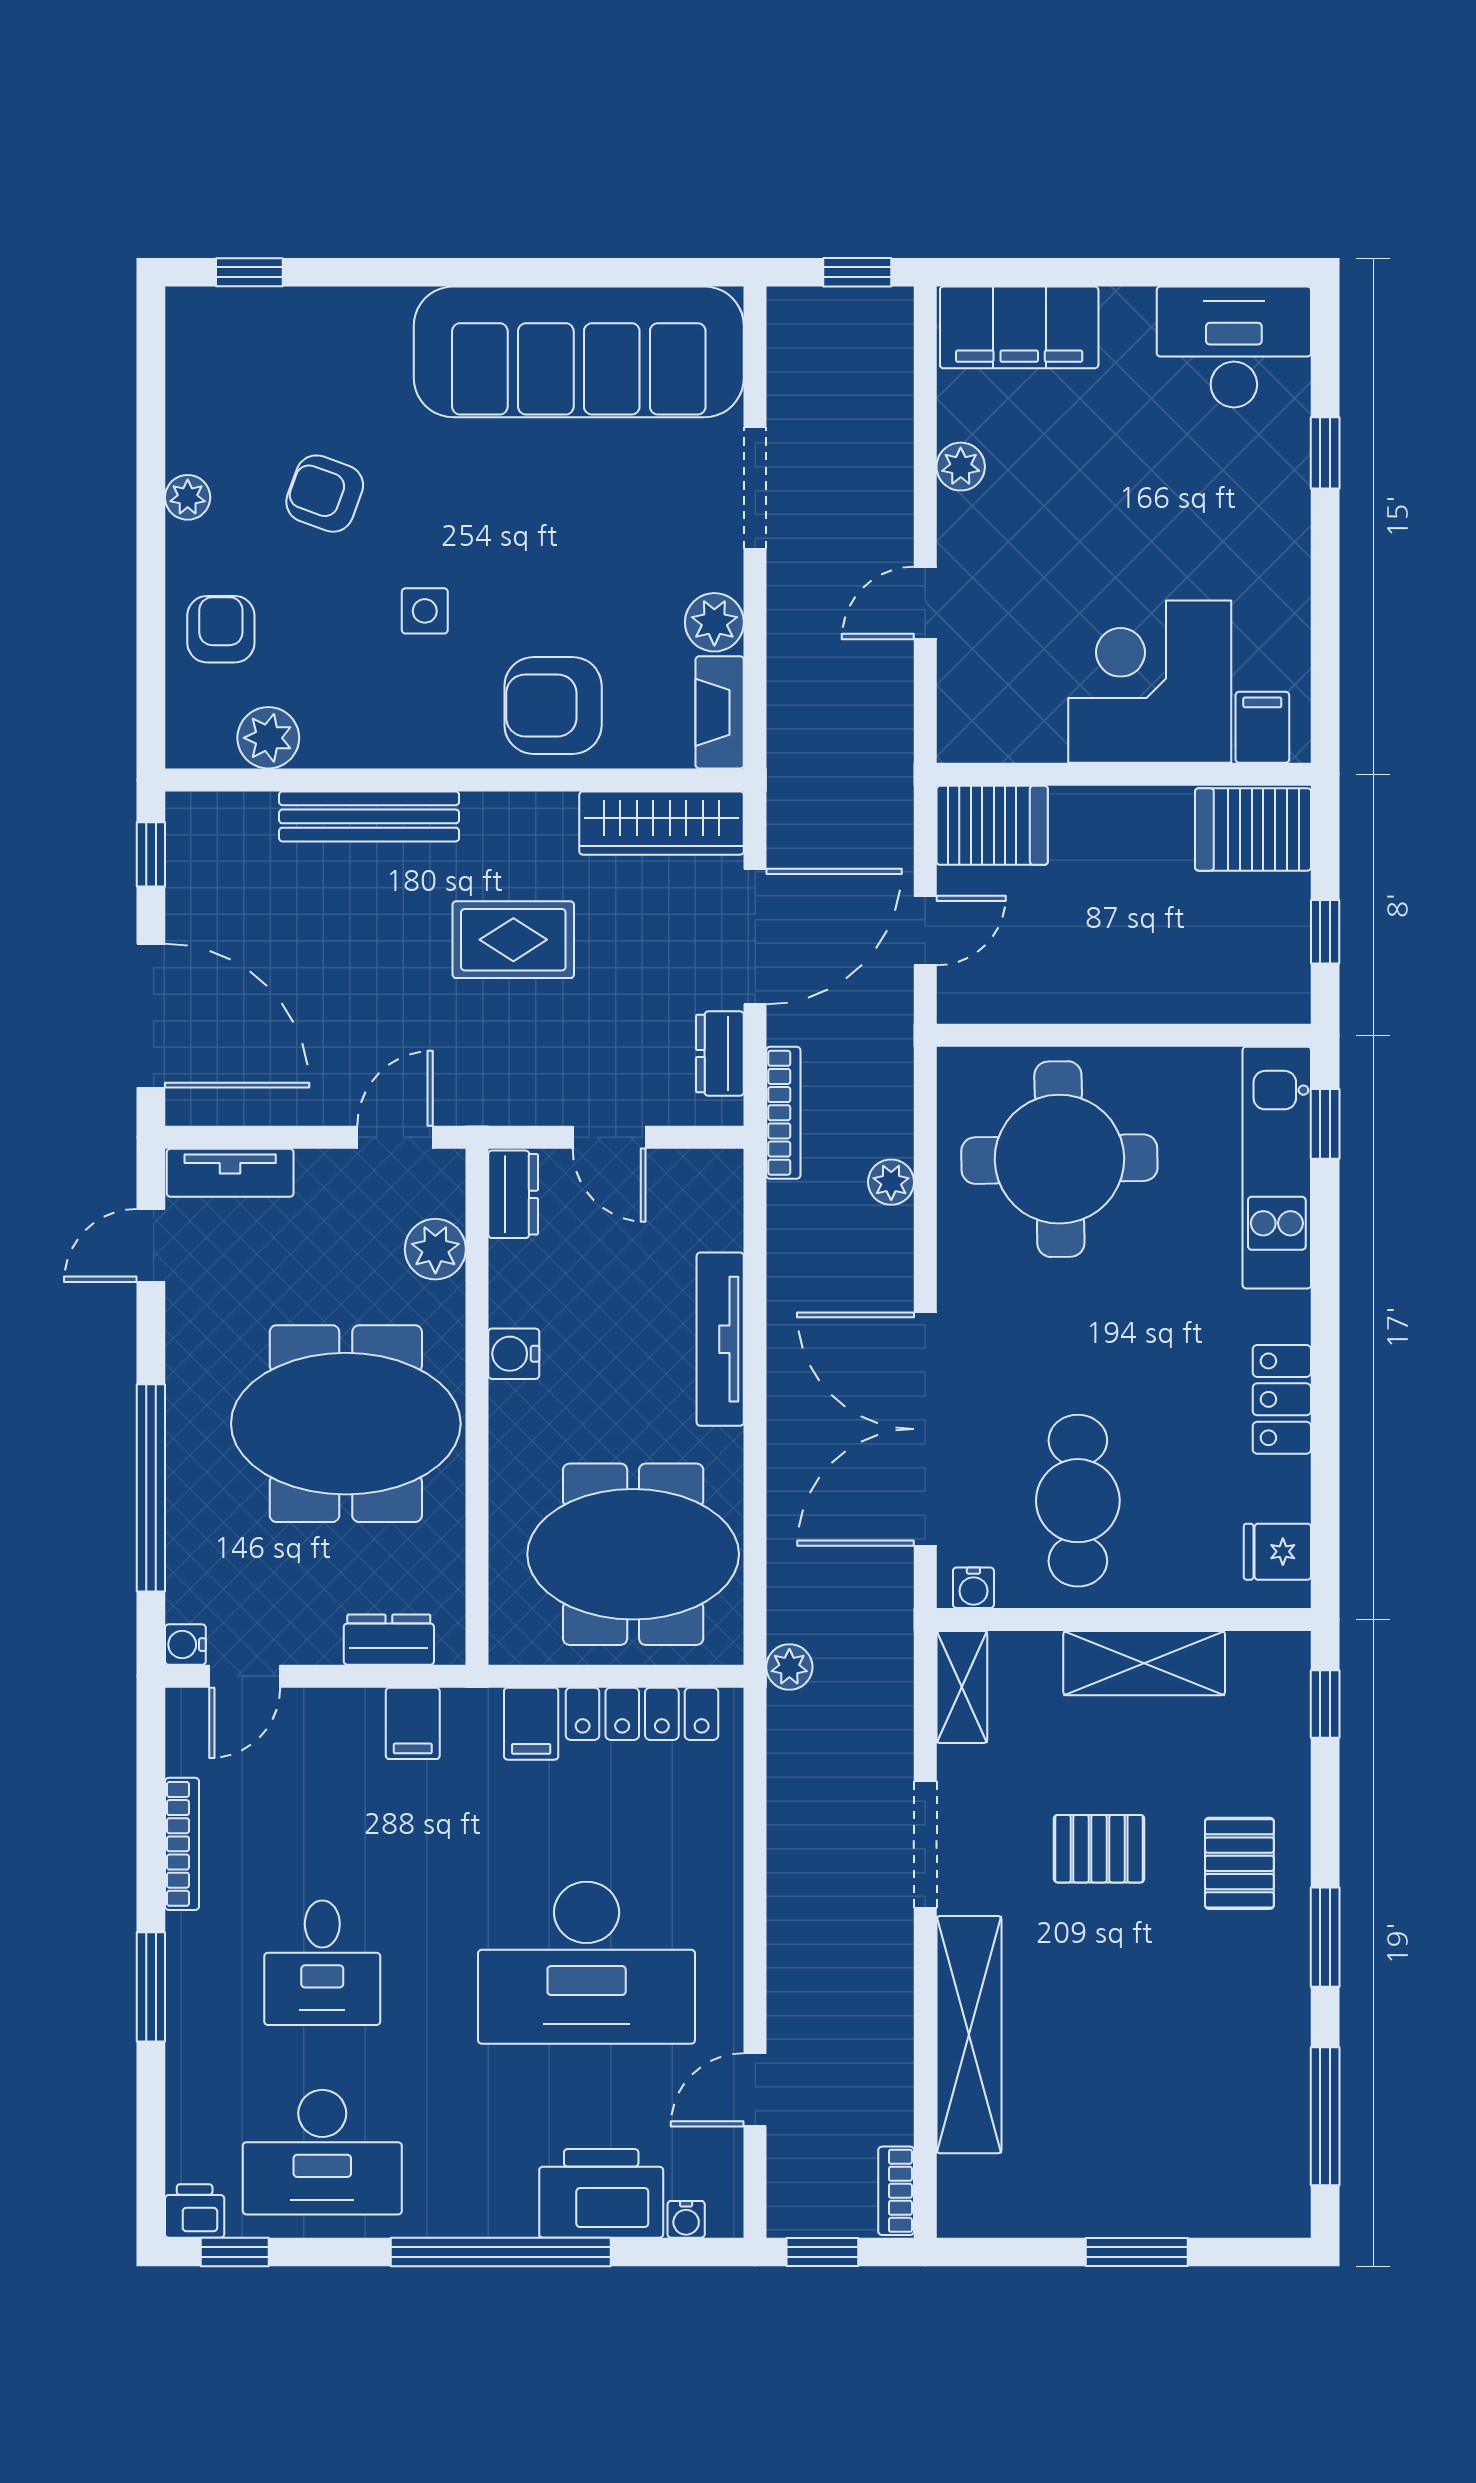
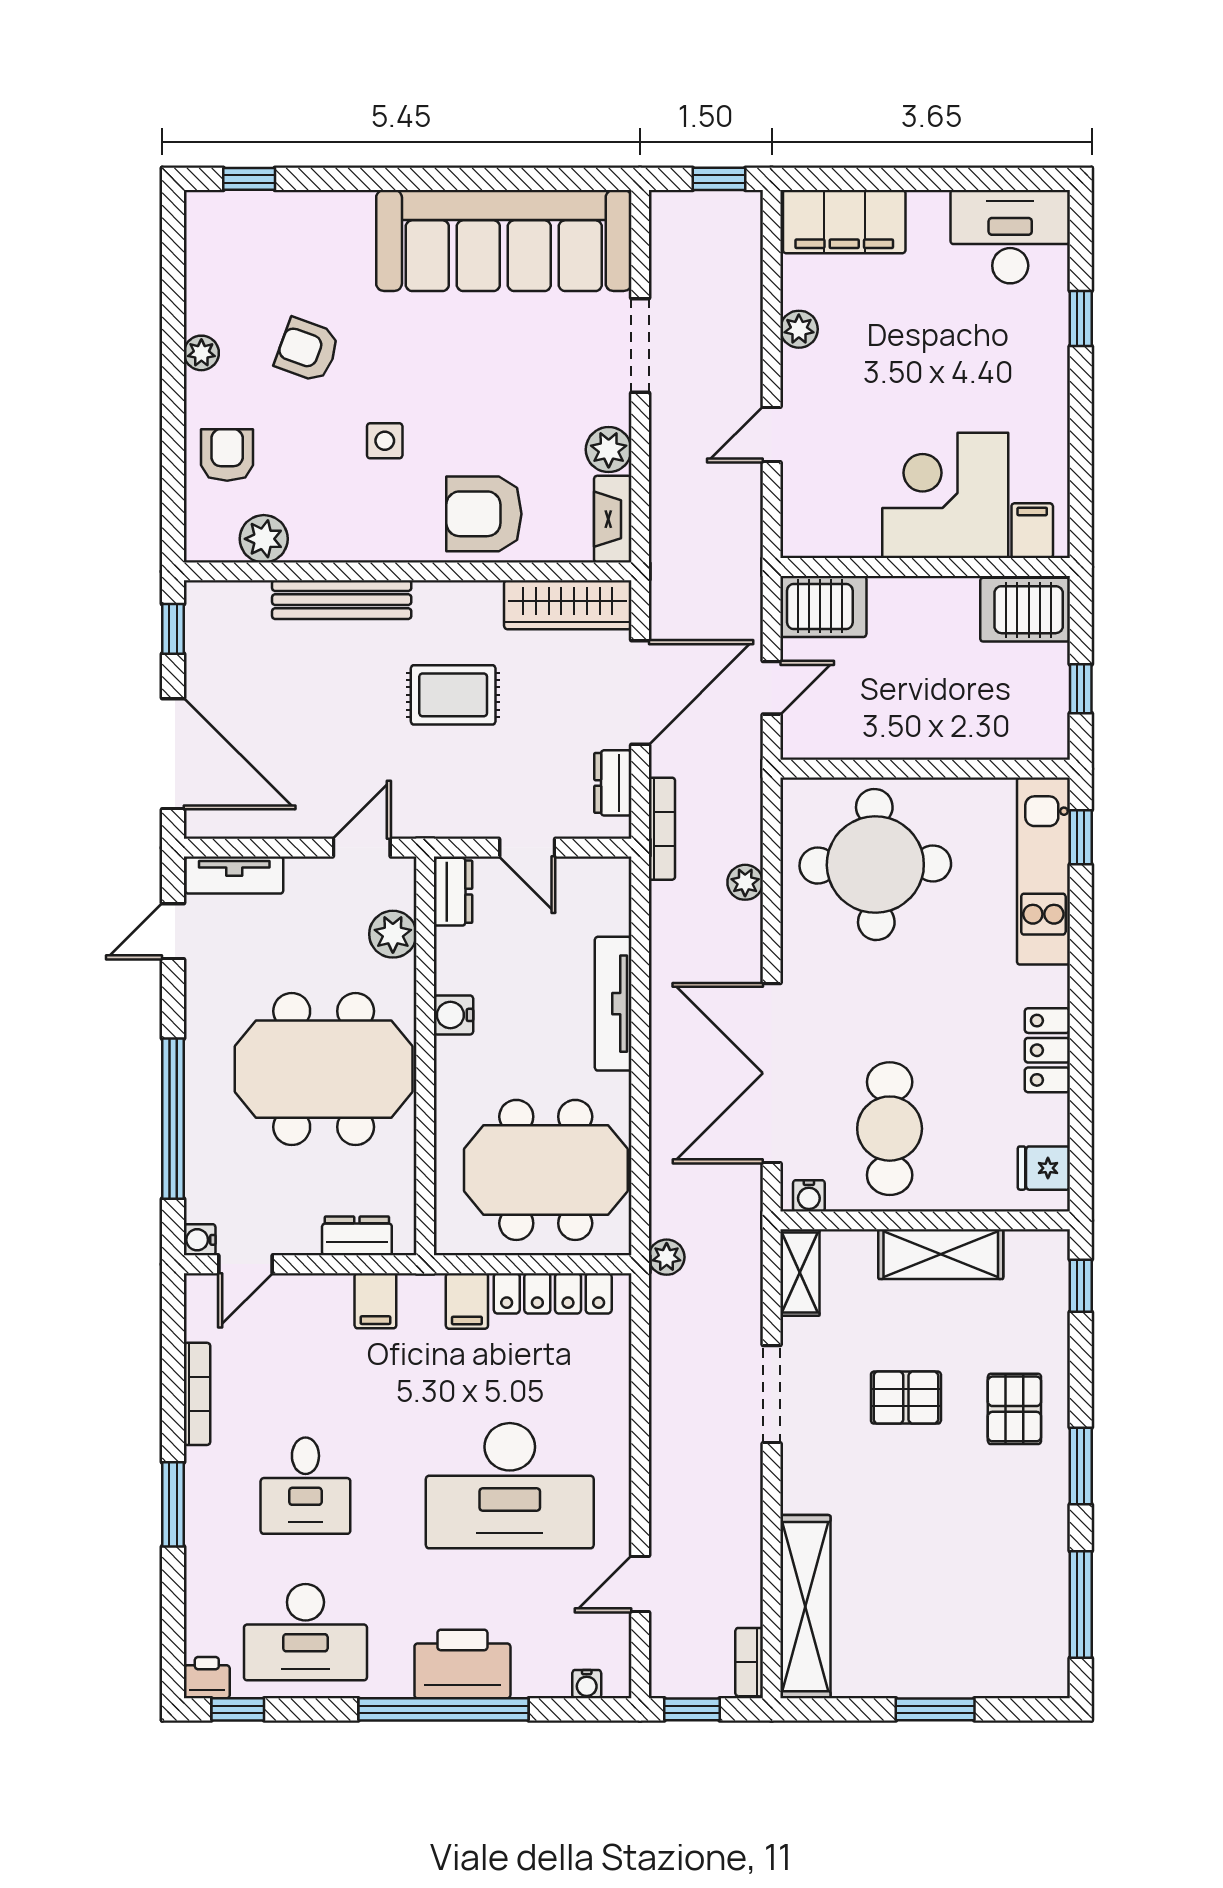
shelving: (969, 2035) -> (805, 1607), moved
printer: (601, 2193) -> (462, 1664), moved

